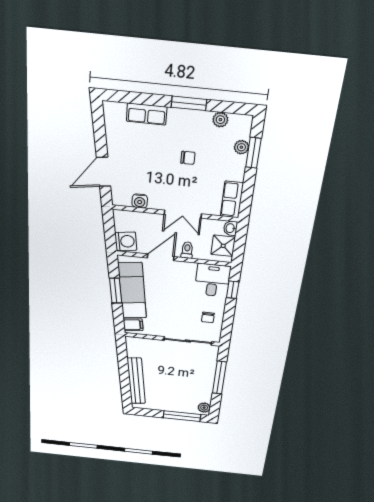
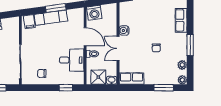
plant: (241, 147) -> (182, 80), moved
water cooler: (140, 201) -> (124, 30), moved
desk: (212, 280) -> (72, 60), moved
exam couch: (132, 291) -> (51, 18), width x0.73, depth x0.69

